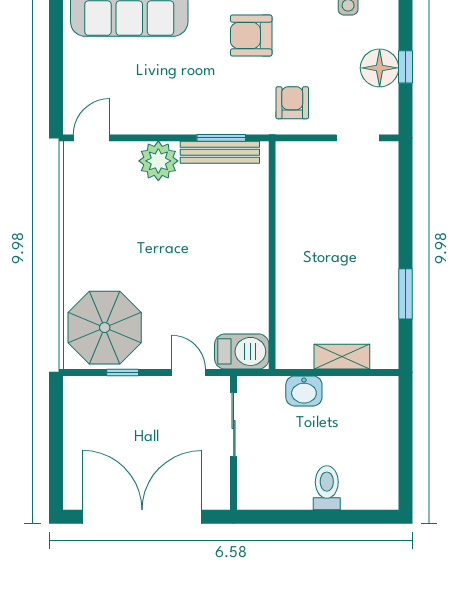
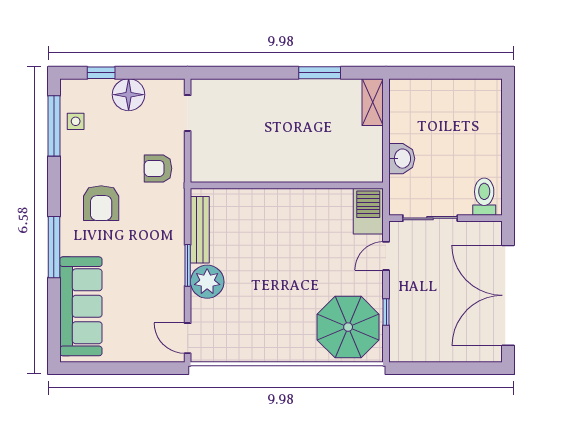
window: (405, 67) -> (101, 73), moved
window: (221, 138) -> (188, 265), moved
shelving: (342, 357) -> (373, 102), moved
toilet: (327, 488) -> (484, 197), moved, turned 90

